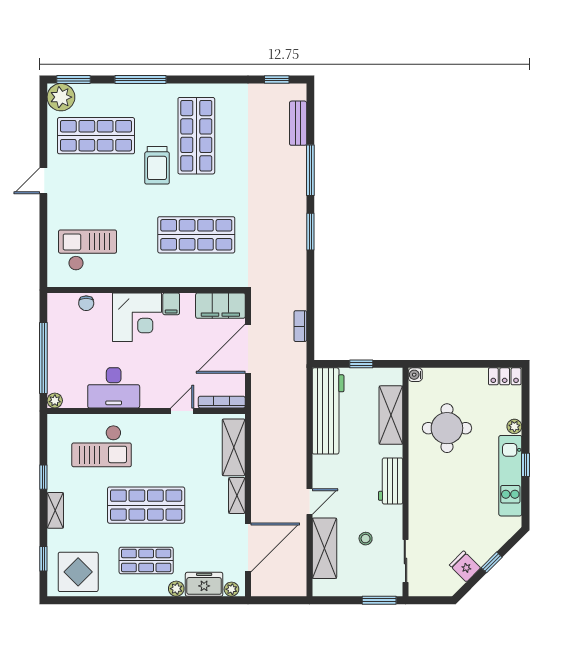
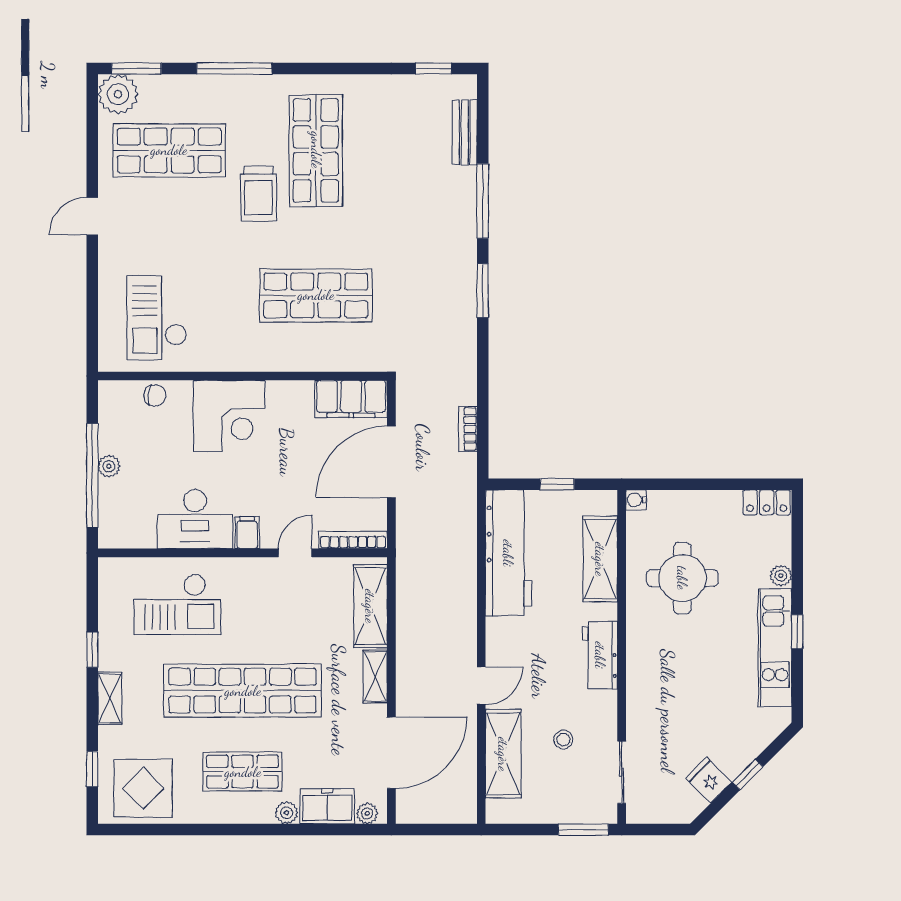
checkout: (88, 250) -> (157, 318), turned -90
chair: (86, 303) -> (155, 395), turned -85
filing cabinet: (171, 304) -> (247, 533), moved, turned 180
plant: (55, 401) -> (109, 466), moved
shop shelf: (146, 505) -> (243, 691), width x1.40

